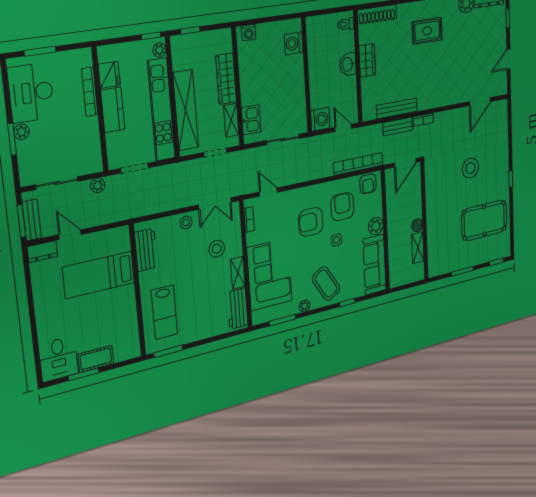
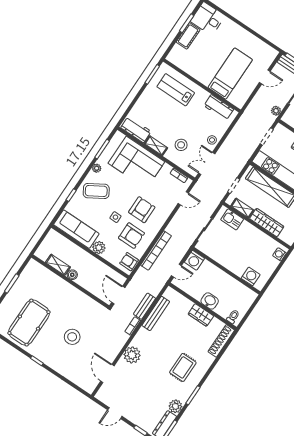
door: (509, 59) -> (115, 413), swing flipped
plant: (449, 94) -> (132, 355), added
bookcase: (358, 164) -> (156, 250), moved
dresser: (42, 252) -> (270, 57), removed

